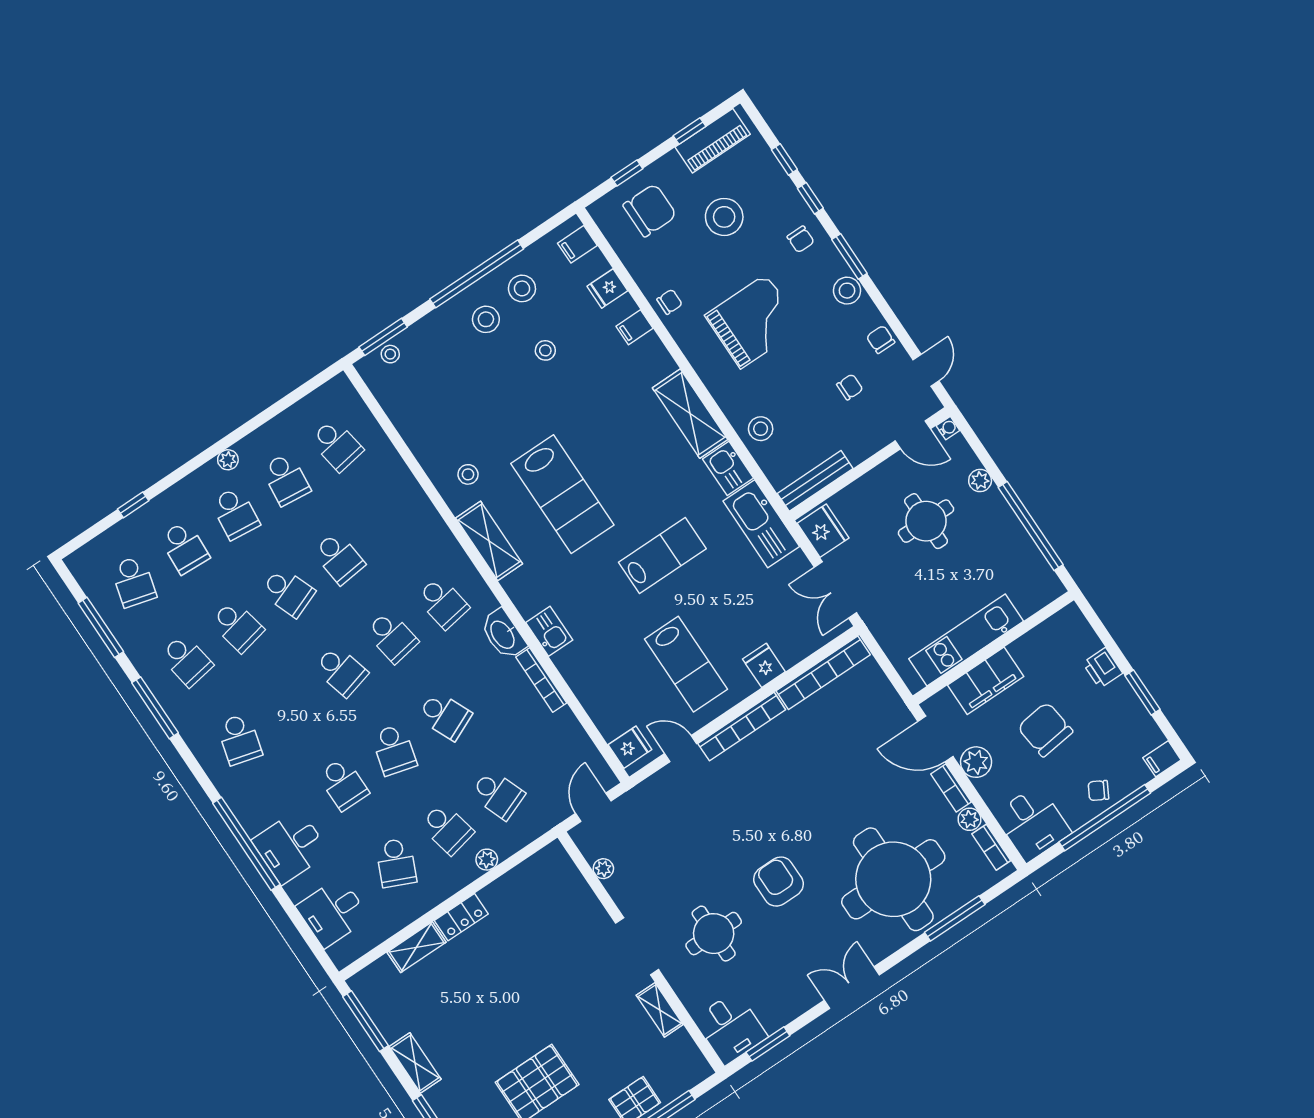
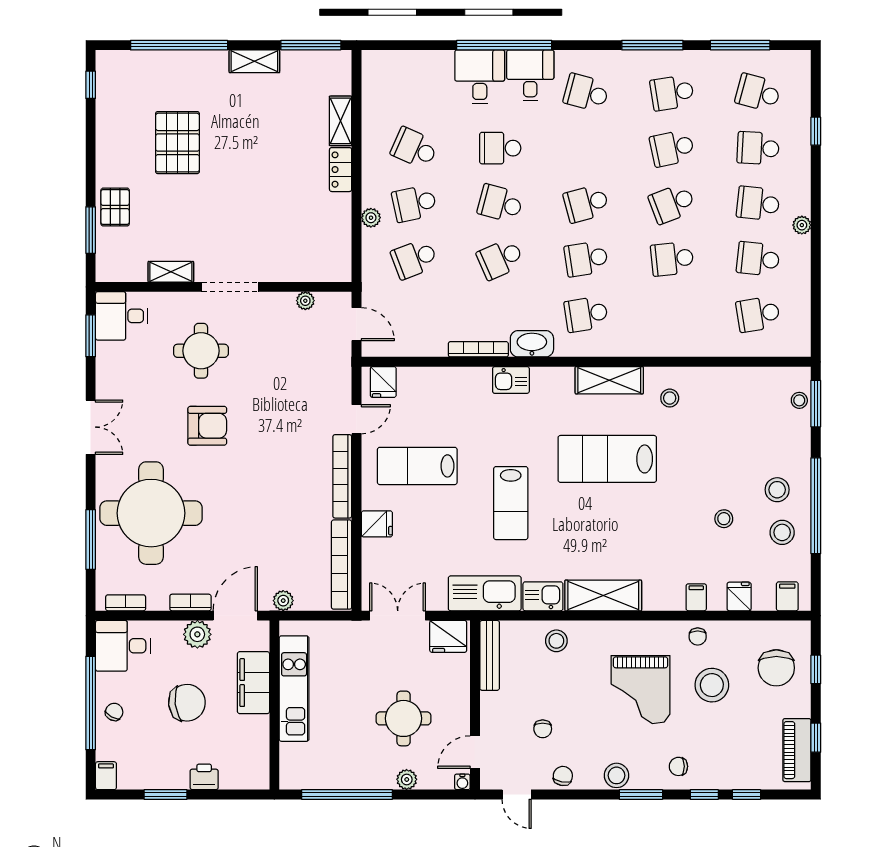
stool: (724, 217) -> (712, 685), moved
chair: (881, 339) -> (563, 776), turned -79
plant: (969, 819) -> (283, 601), moved
desk: (333, 912) -> (530, 75), moved

